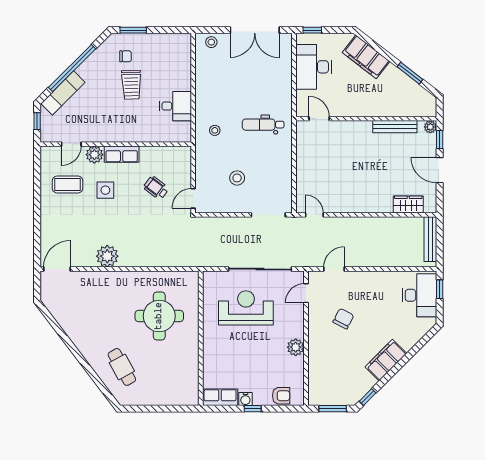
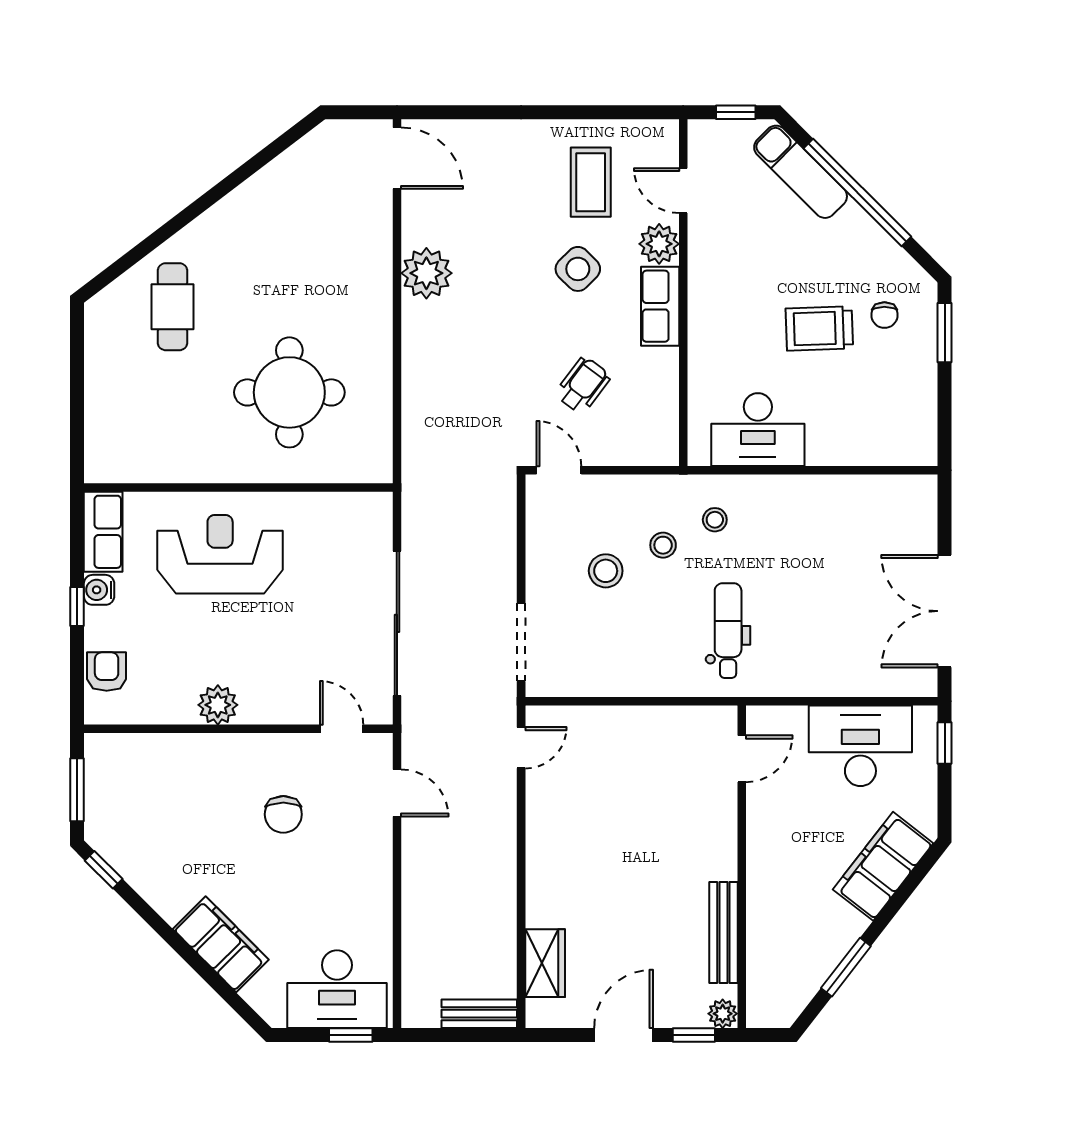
stool: (211, 42) -> (663, 545), moved
desk: (175, 106) -> (758, 430), width x1.37
side table: (105, 190) -> (578, 269), turned 45
bench: (430, 239) -> (479, 1014), width x0.73
reception desk: (246, 308) -> (220, 554), moved, turned -90
chair: (343, 319) -> (283, 814), turned 63
filing cabinet: (386, 360) -> (221, 944), moved
cafe table: (122, 367) -> (173, 307), turned -61
armchair: (281, 396) -> (107, 672), turned 180

